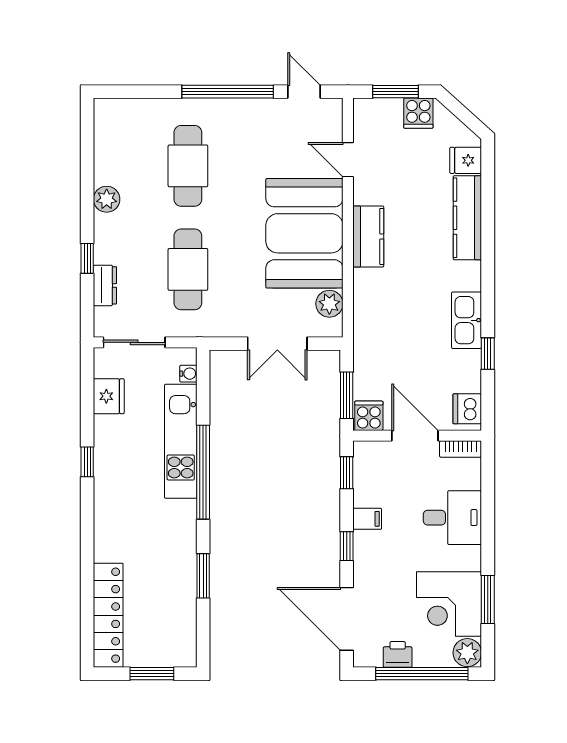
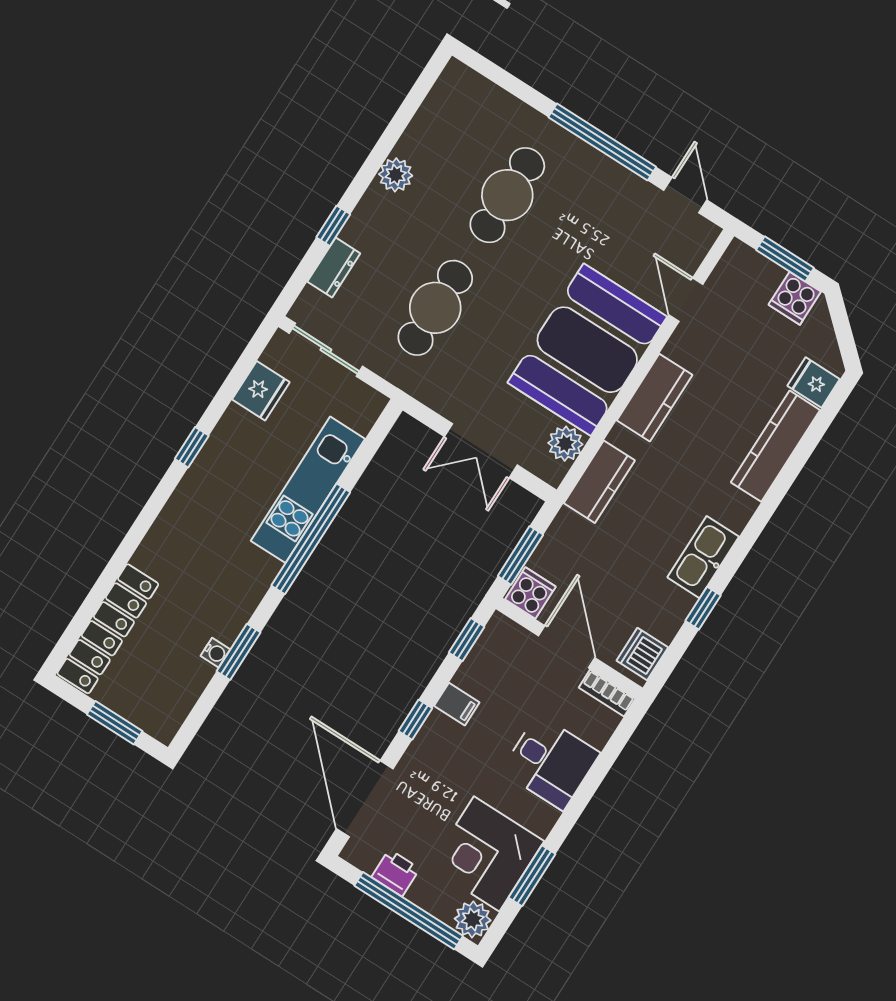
kitchen counter: (367, 314) -> (599, 482), added
water cooler: (188, 374) -> (215, 653), moved

